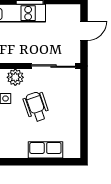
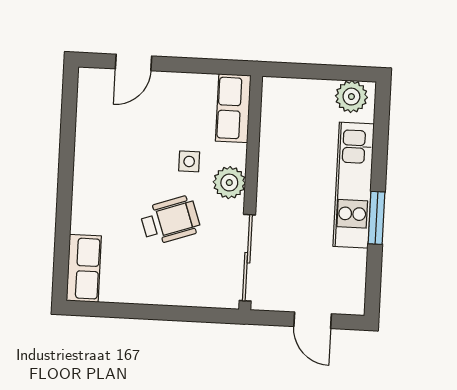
row of seats: (45, 150) -> (84, 268), moved

